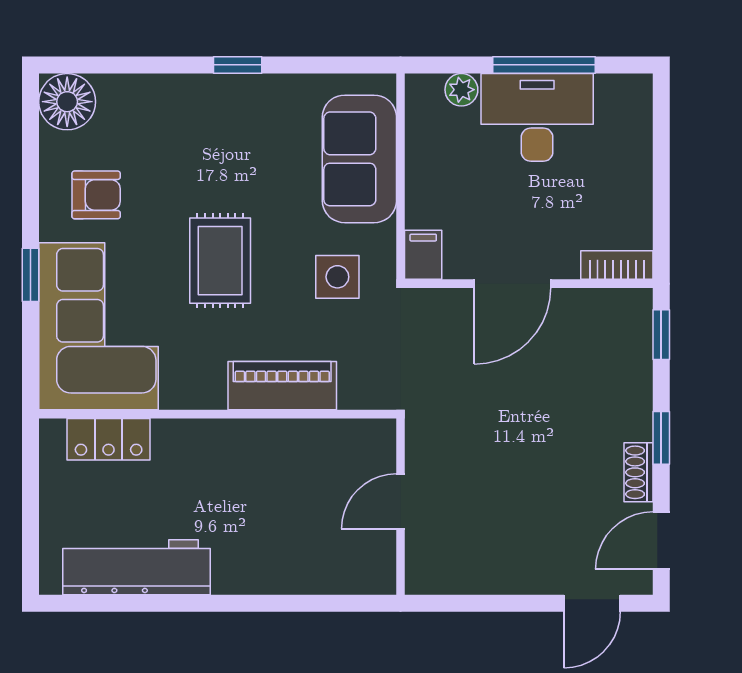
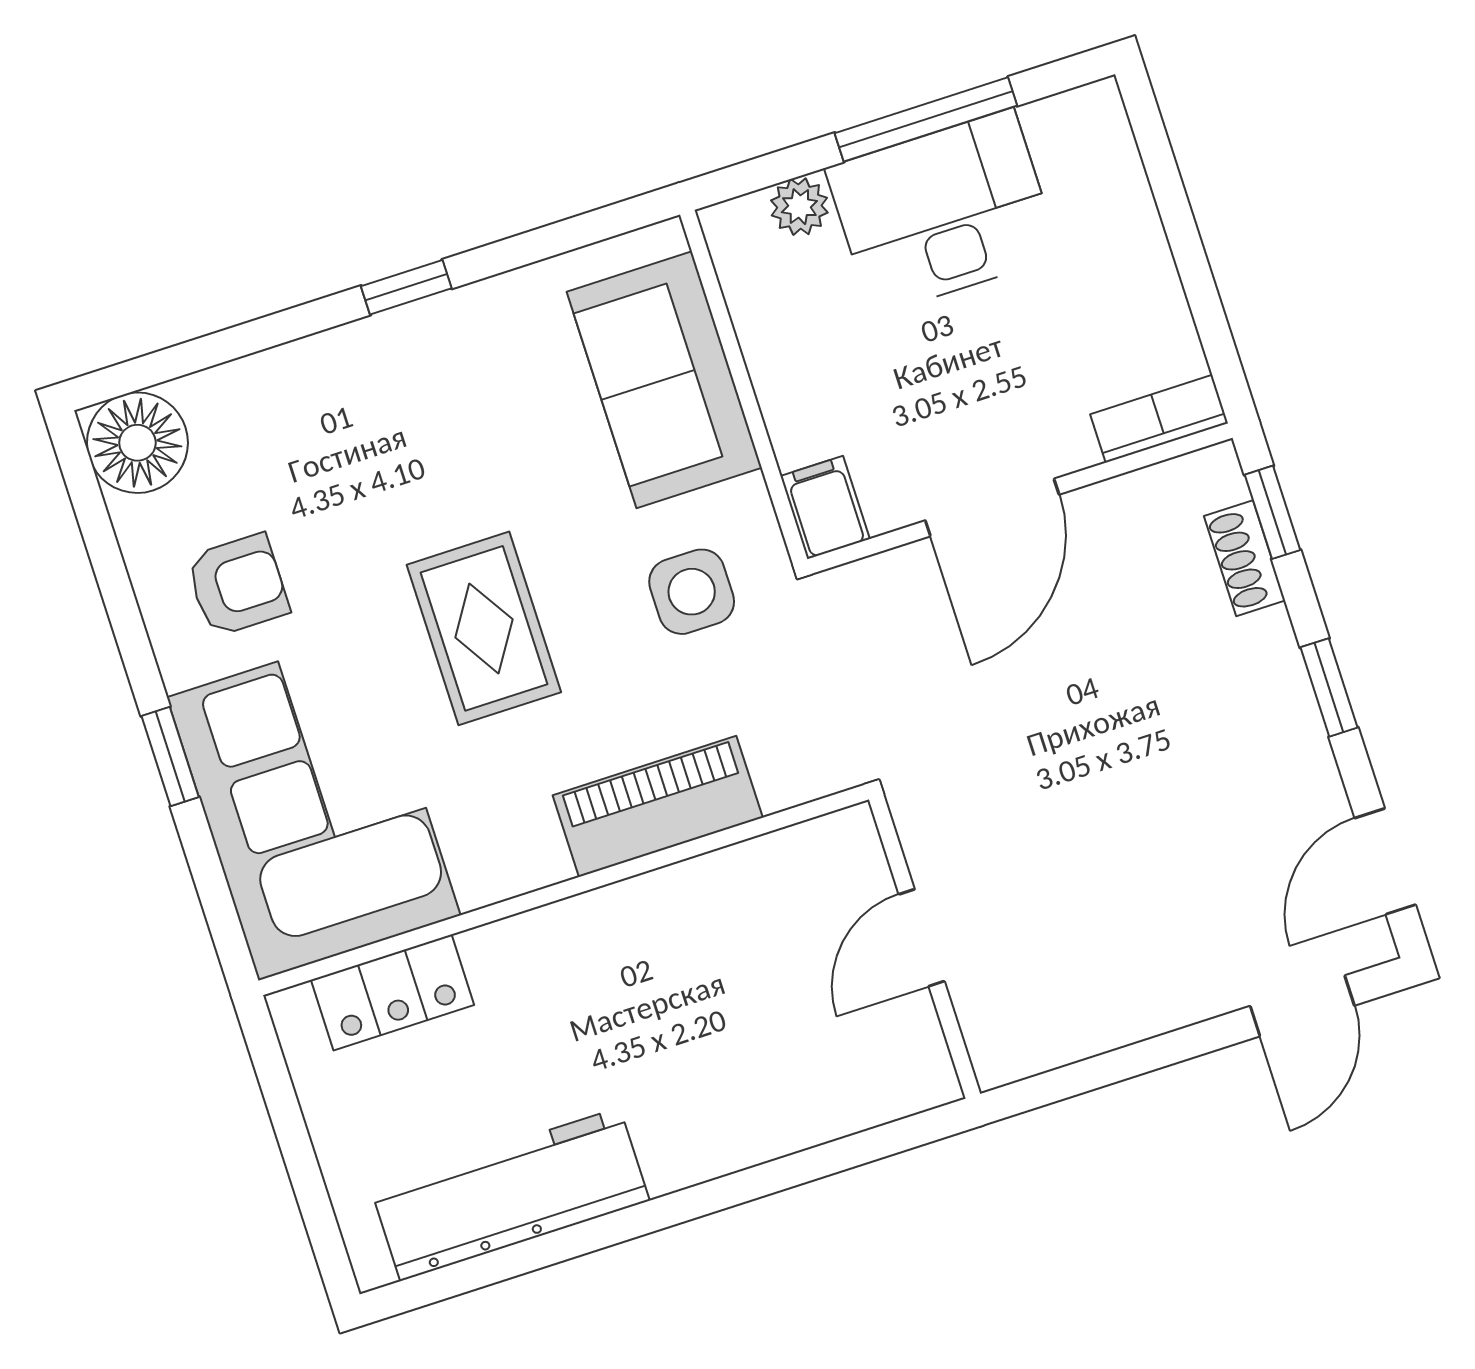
shoe rack: (638, 472) -> (1245, 558), moved

